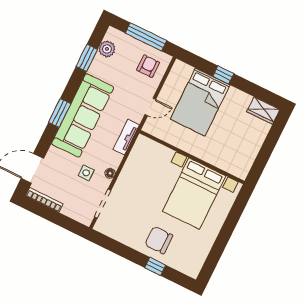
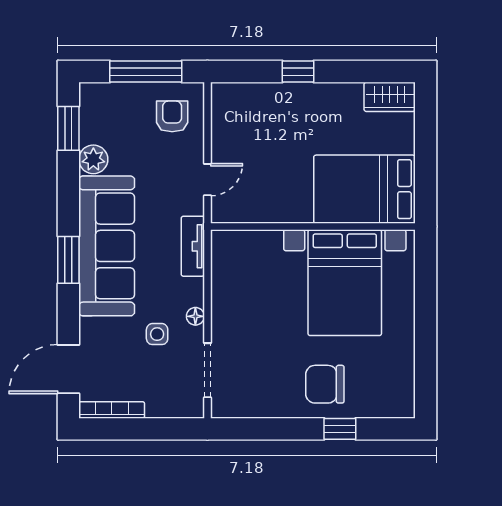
plant: (107, 49) -> (93, 159), moved
window: (87, 58) -> (68, 128), moved
bed: (200, 102) -> (364, 189), moved, turned 90

